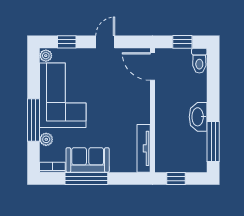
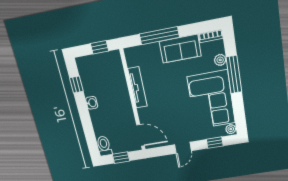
washbasin: (198, 117) -> (92, 103), width x0.52, depth x0.69
window: (213, 142) -> (76, 85), width x0.46
tv unit: (144, 148) -> (138, 88), moved
window: (86, 178) -> (159, 36), moved

